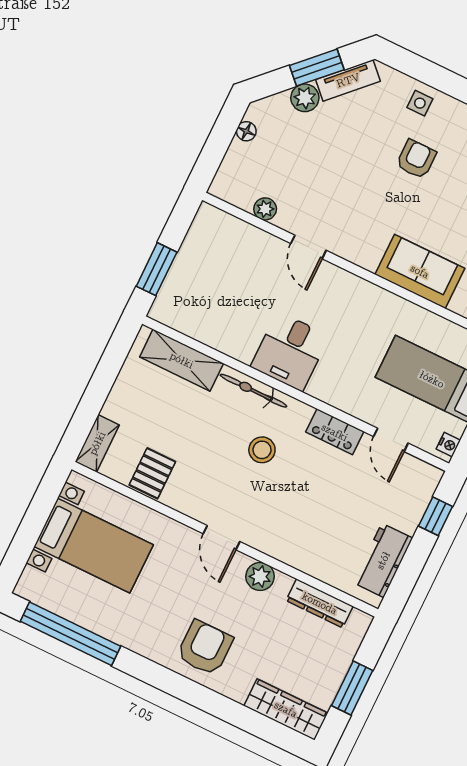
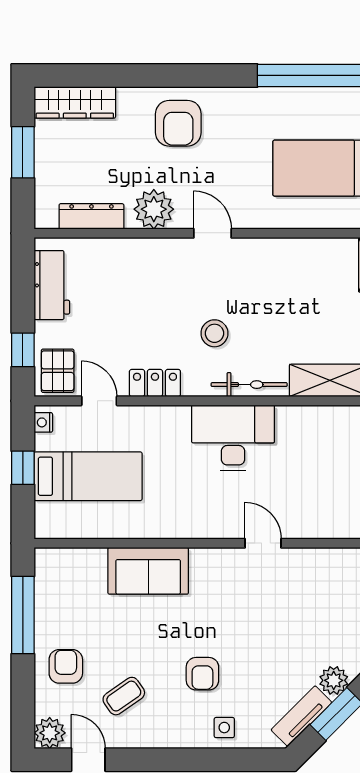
plant: (265, 209) -> (321, 559), removed
desk: (290, 351) -> (233, 438), width x1.37
pallet: (152, 473) -> (58, 371), moved
plant: (260, 576) -> (154, 209), width x1.36, depth x1.36

